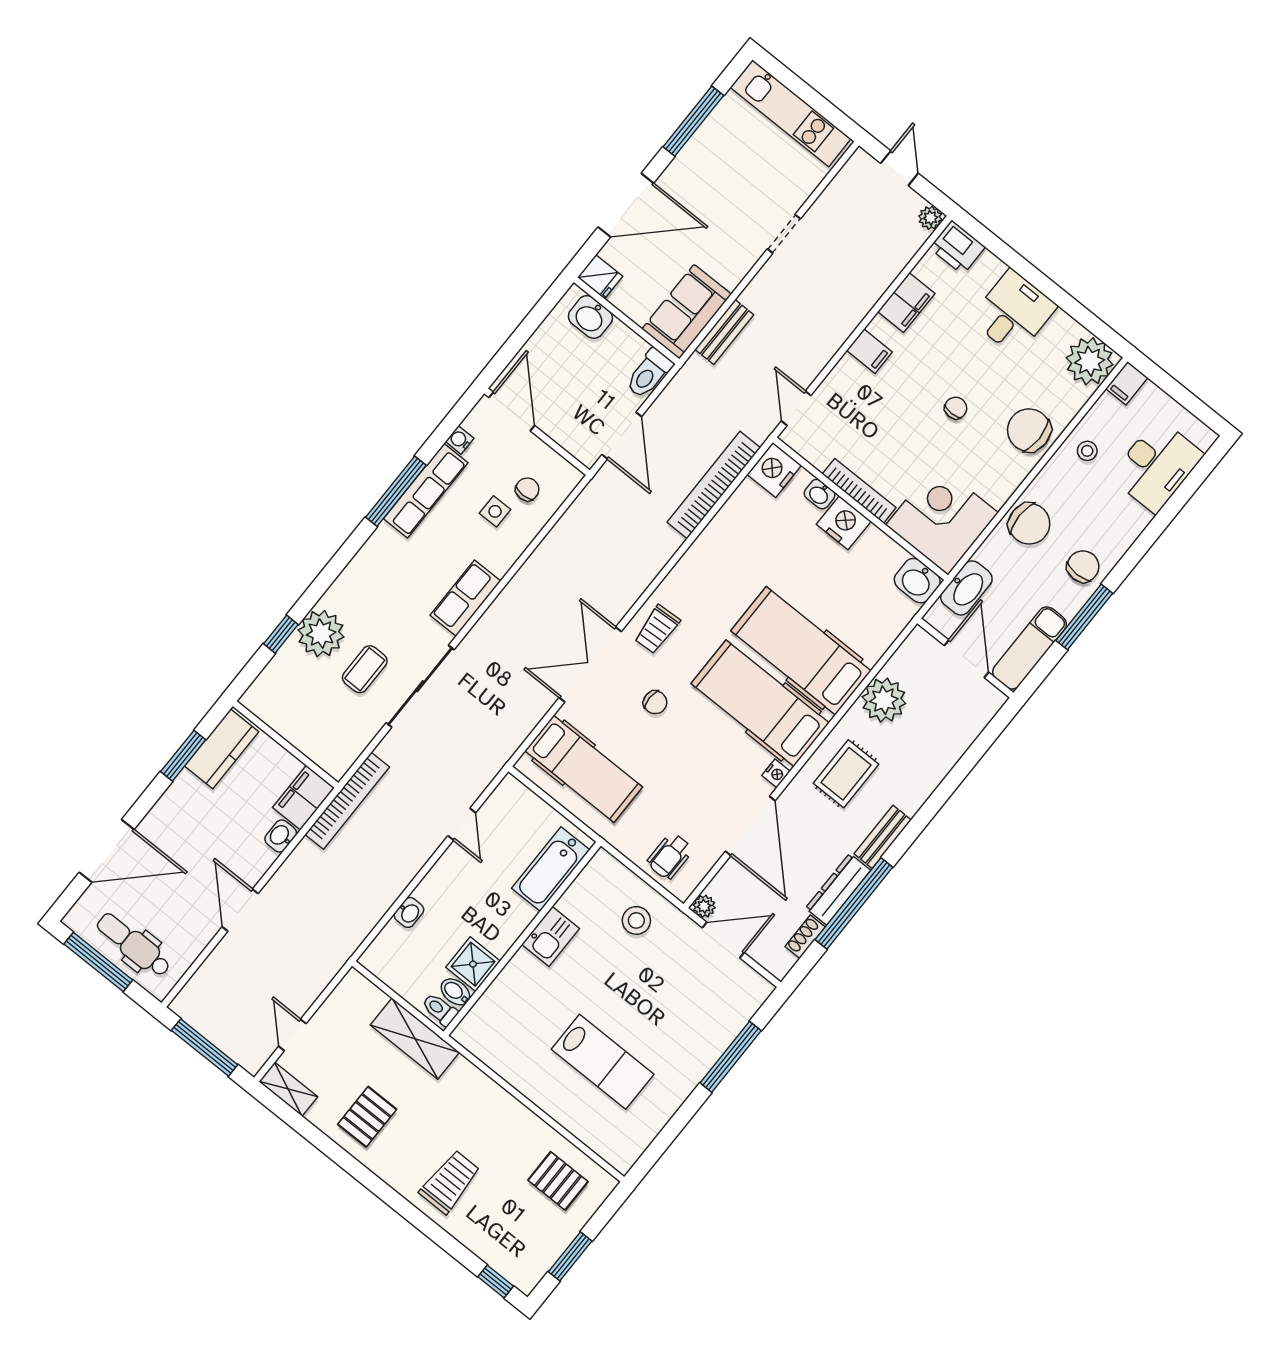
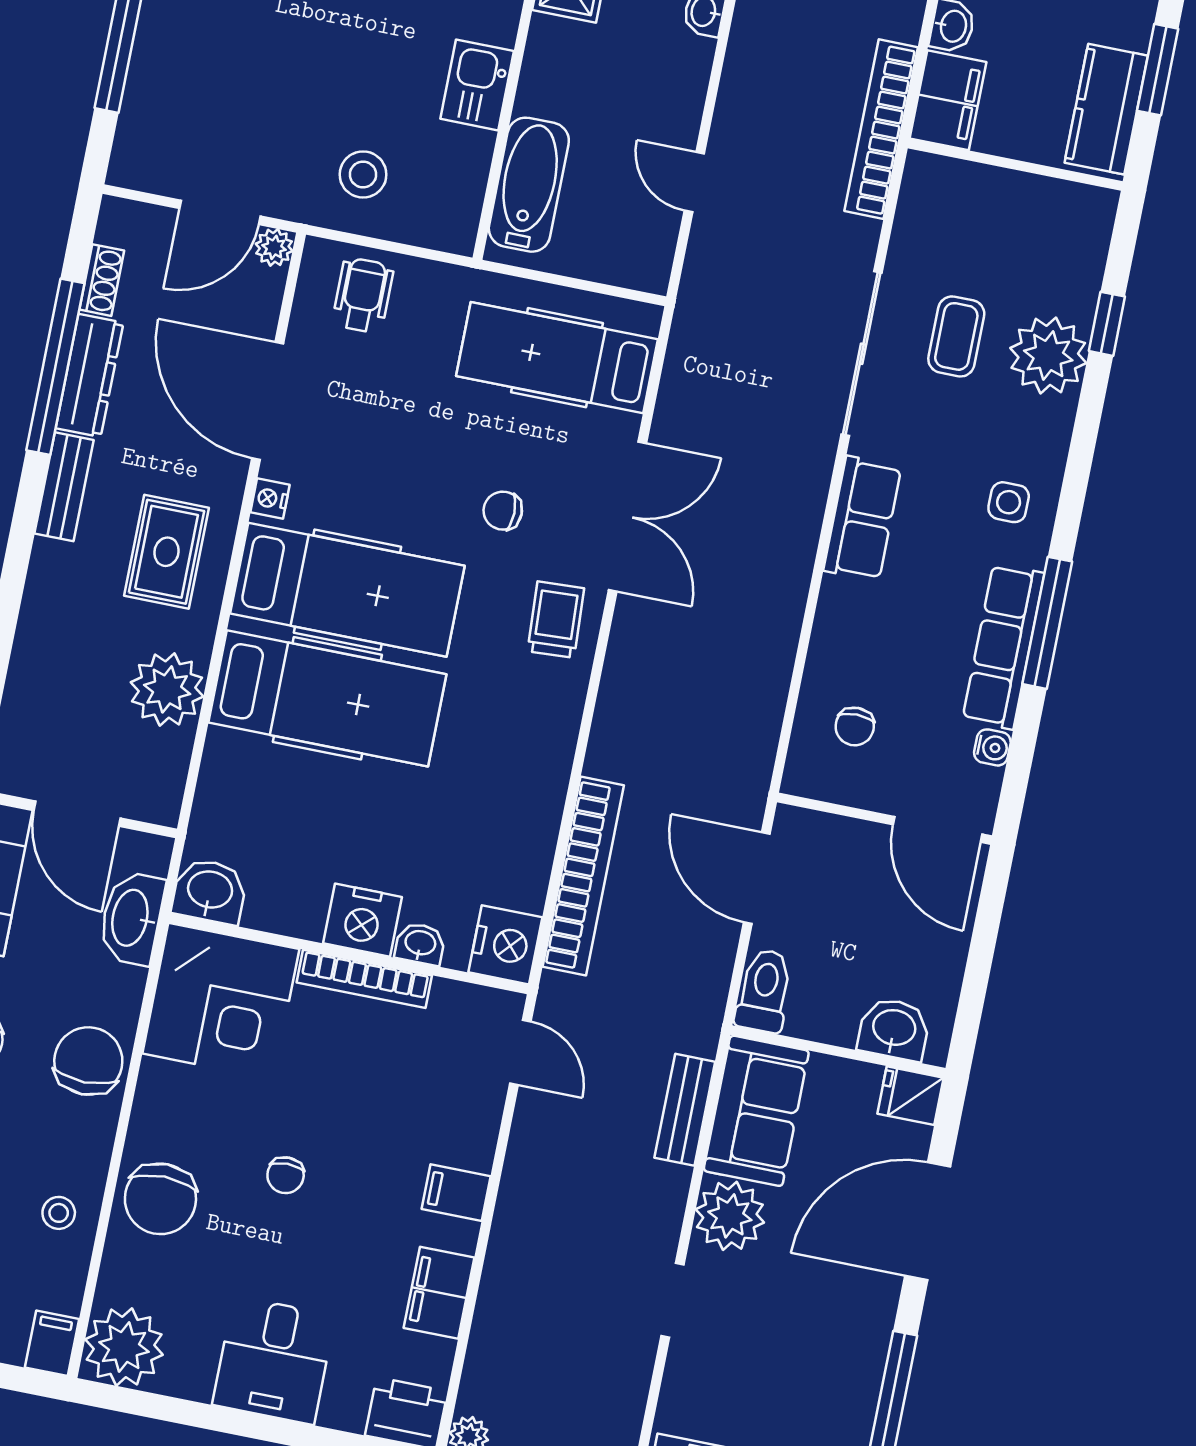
plant: (730, 263) -> (730, 1216), added
chair: (1029, 430) -> (160, 1199), turned 90
side table: (495, 511) -> (1009, 502), moved
chair: (1029, 524) -> (88, 1061), turned 90

